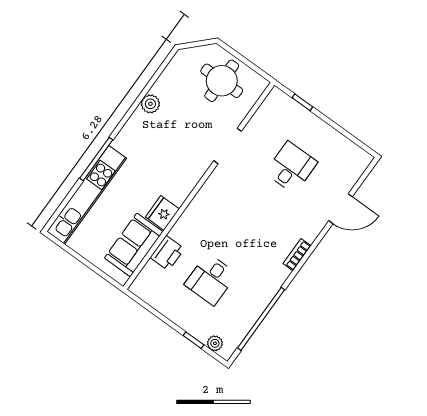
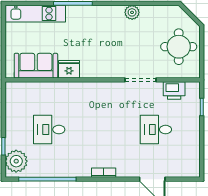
desk: (291, 167) -> (156, 130), turned 180
kitchen unit: (87, 195) -> (35, 14), width x0.73
printer: (167, 253) -> (174, 91), moved
plant: (215, 343) -> (16, 161), width x1.88, depth x1.88

